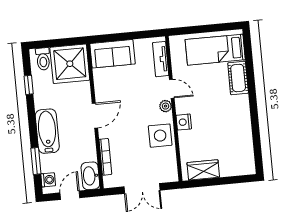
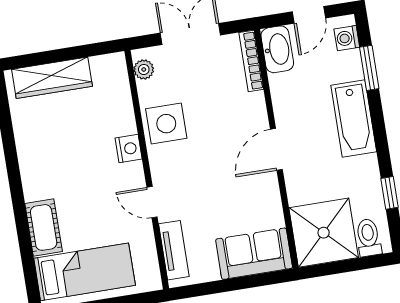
plant: (166, 106) -> (144, 69), moved
bookcase: (105, 157) -> (251, 61), moved
wardrobe: (203, 170) -> (52, 78), moved, width x1.50

